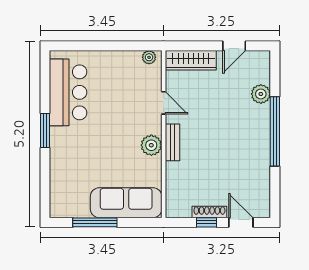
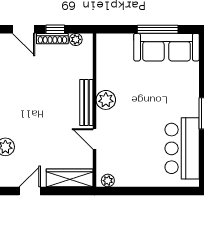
bench: (172, 142) -> (86, 103), width x1.36
sofa: (126, 203) -> (166, 47), moved
plant: (184, 211) -> (76, 39), added

